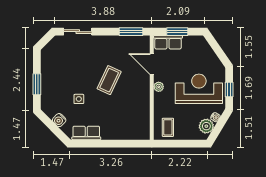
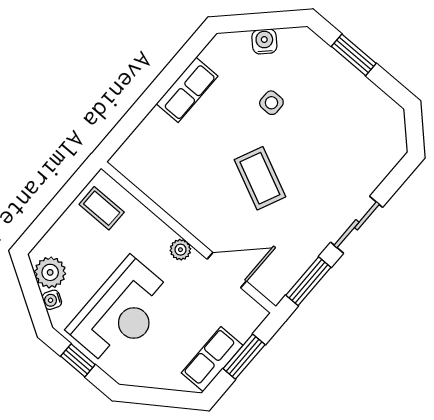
sliding door: (78, 32) -> (357, 225), moved
row of seats: (168, 42) -> (212, 359), moved
row of seats: (86, 133) -> (187, 90), moved

